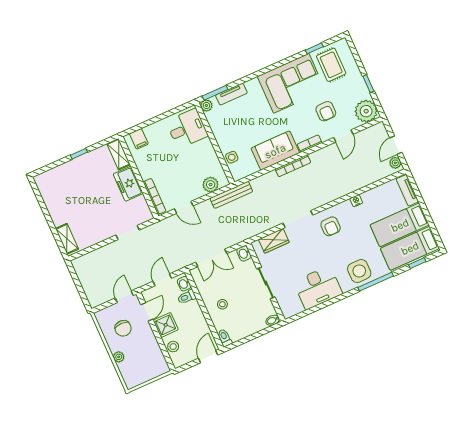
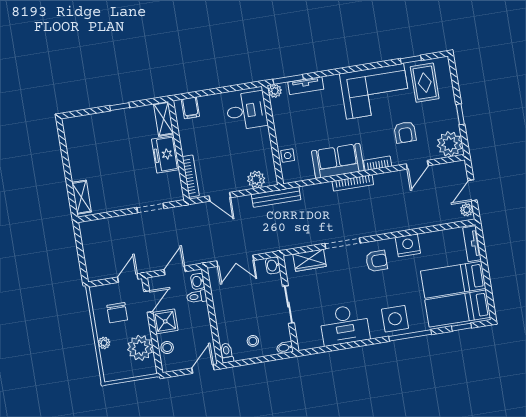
nightstand: (356, 201) -> (408, 245), width x1.89, depth x1.79
armchair: (331, 226) -> (377, 261), turned -90
stool: (222, 304) -> (253, 341), moved
plant: (150, 353) -> (140, 348), added

